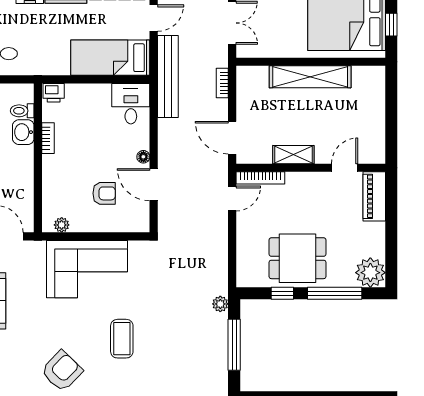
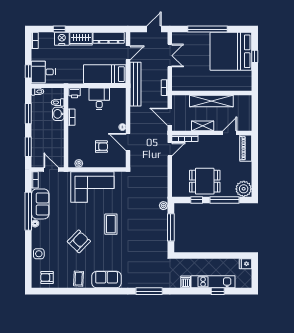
wall: (311, 62) -> (212, 93), moved
shelving: (310, 77) -> (211, 101), moved
desk: (131, 104) -> (99, 99), moved

